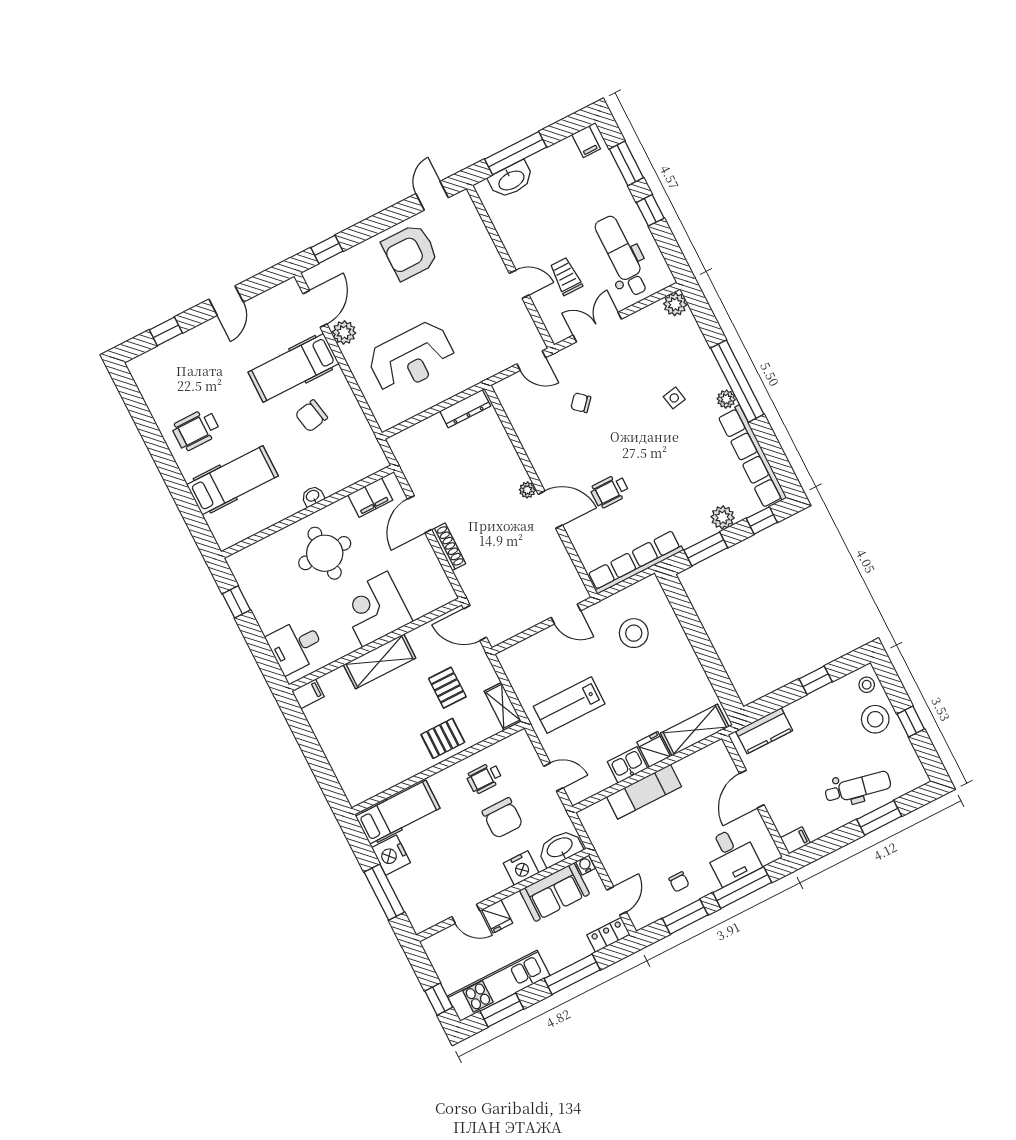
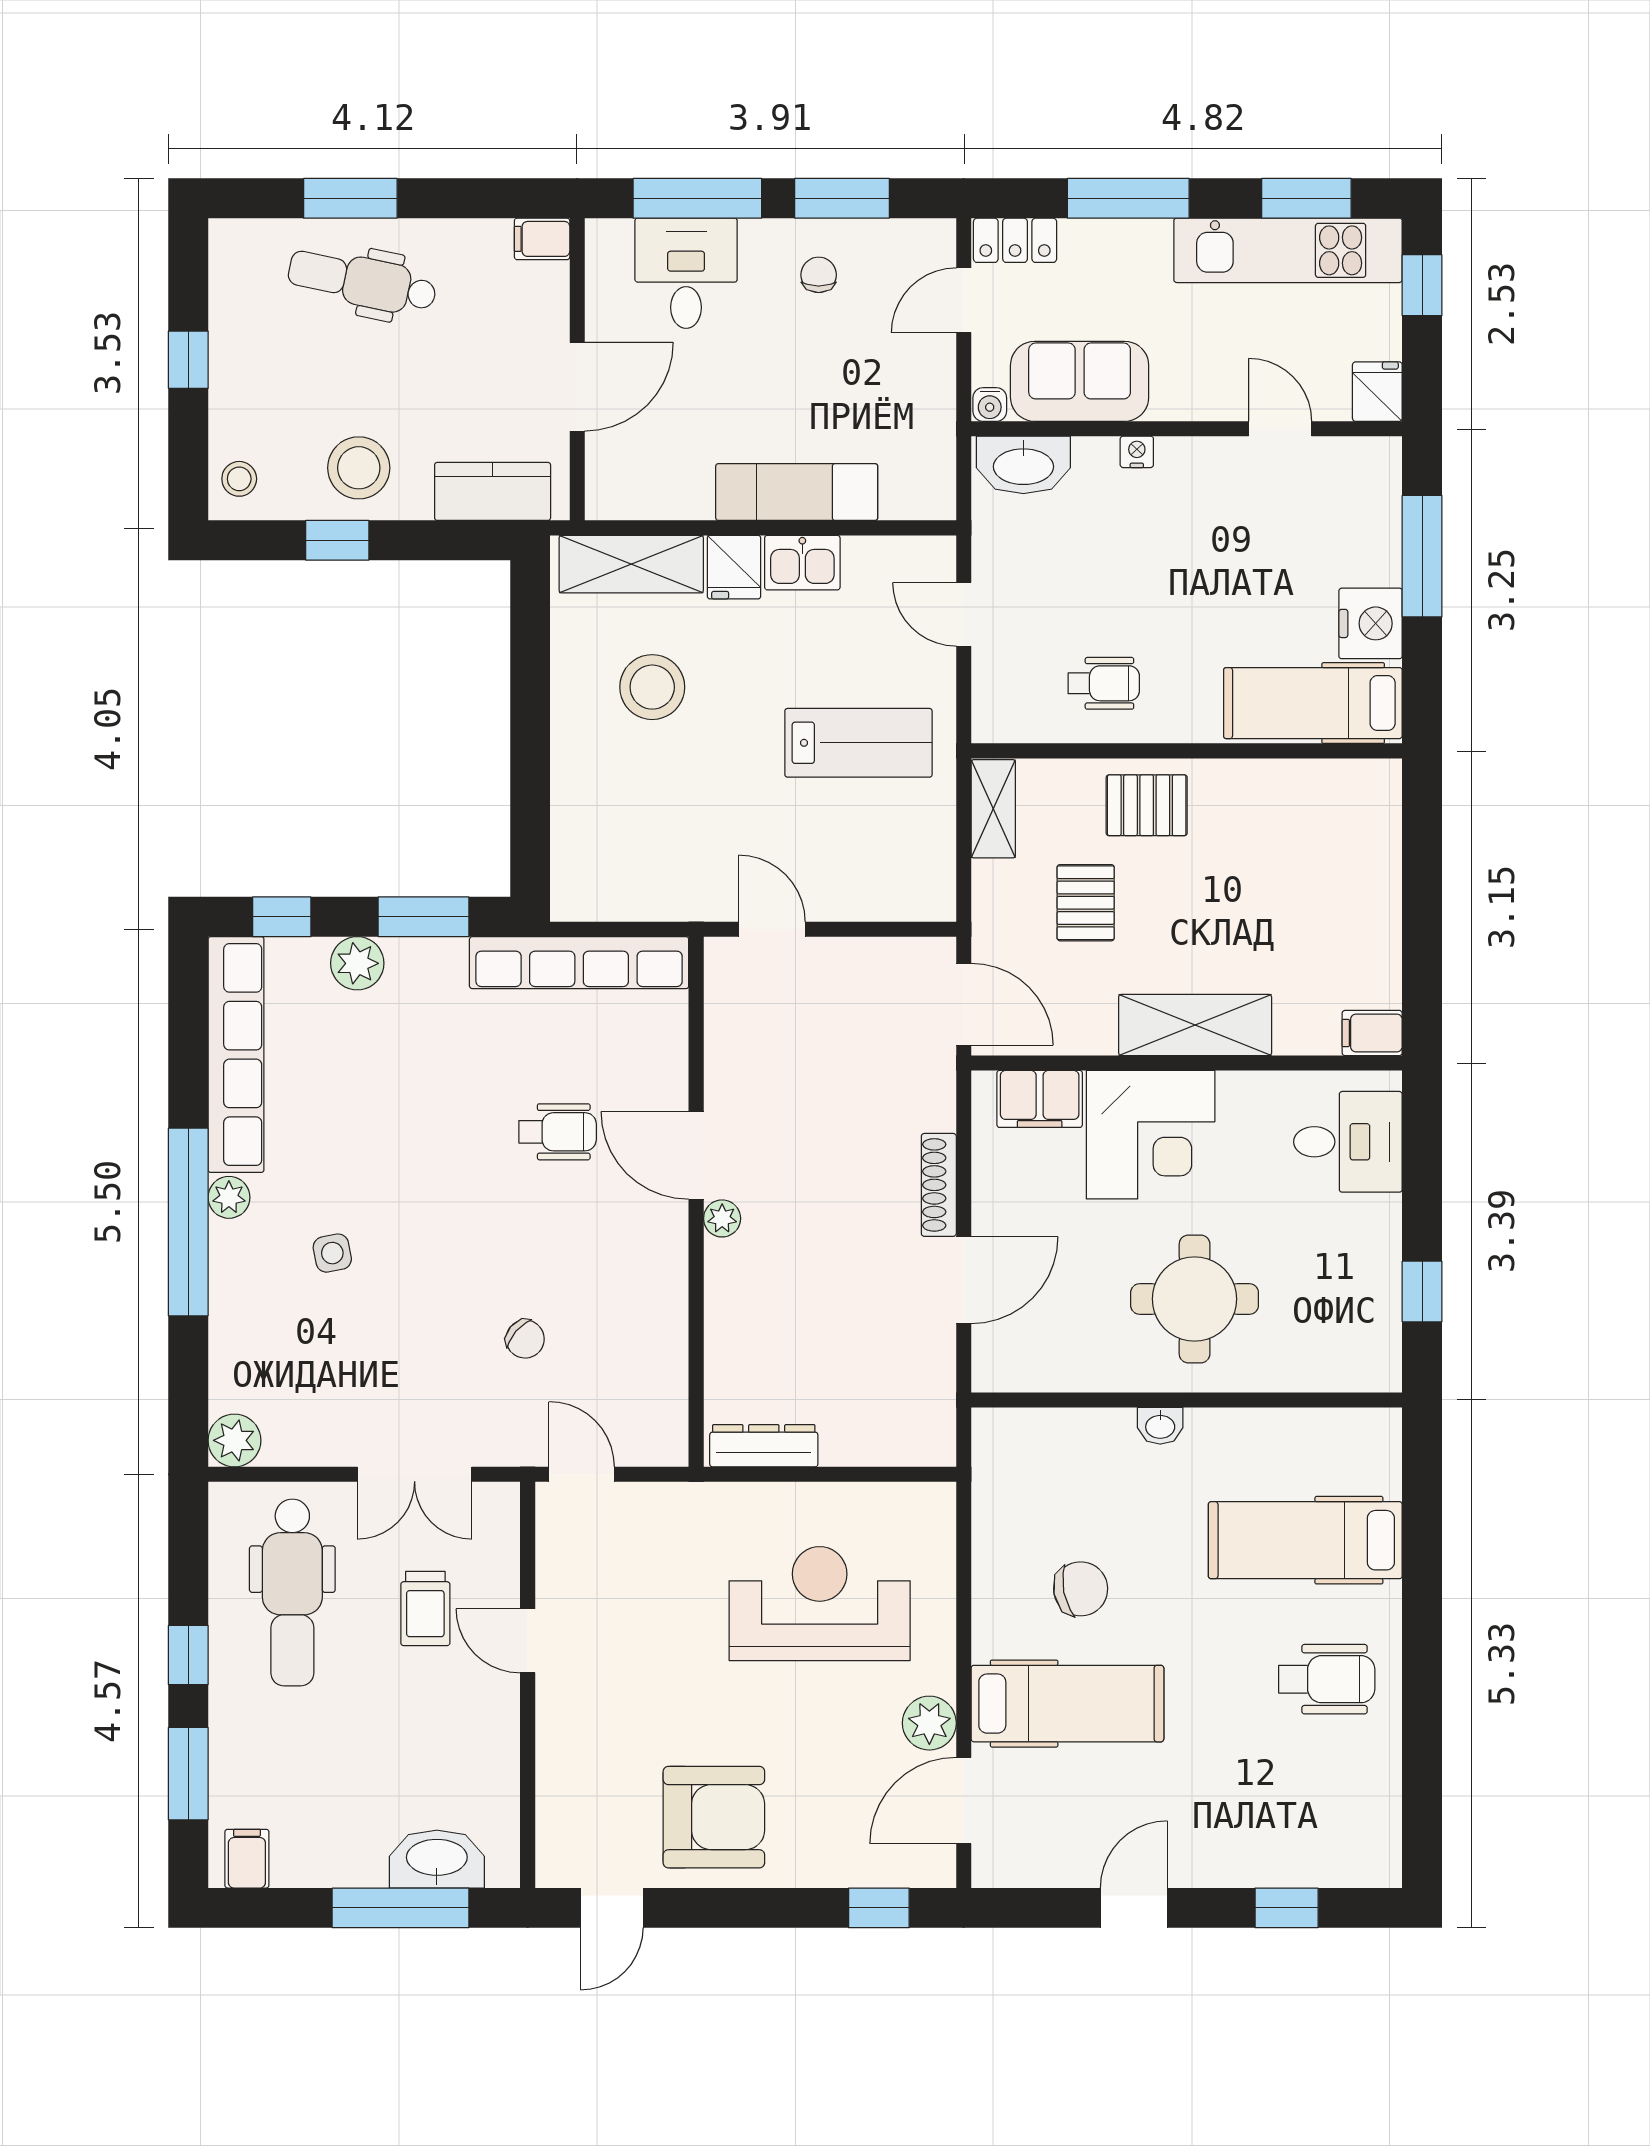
filing cabinet: (370, 498) -> (1040, 1099), moved, turned 180
stool: (634, 633) -> (652, 687), moved
stool: (875, 719) -> (359, 468), moved
chair: (503, 818) -> (1108, 584), removed
nightstand: (521, 868) -> (1137, 452), width x0.53, depth x0.56
fridge: (497, 916) -> (1377, 392), moved

